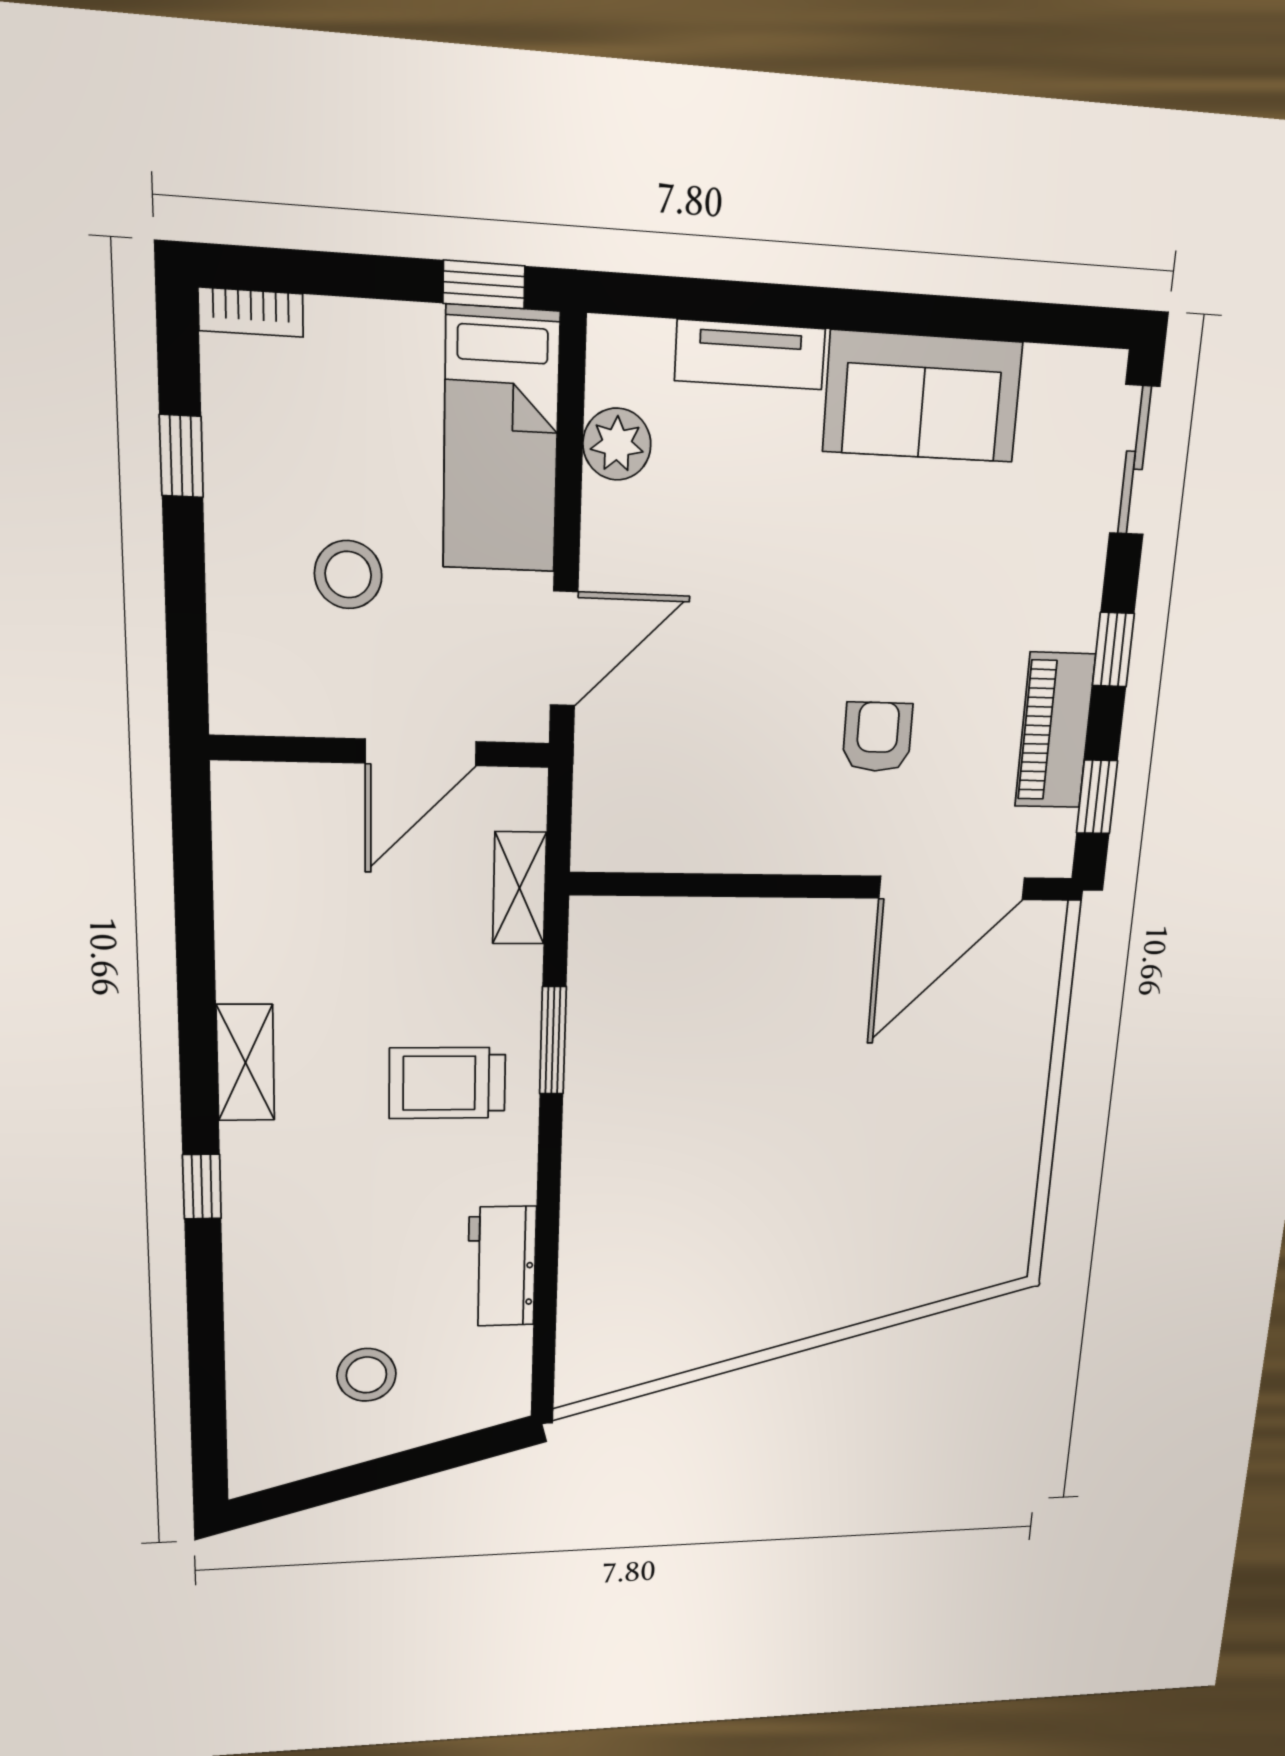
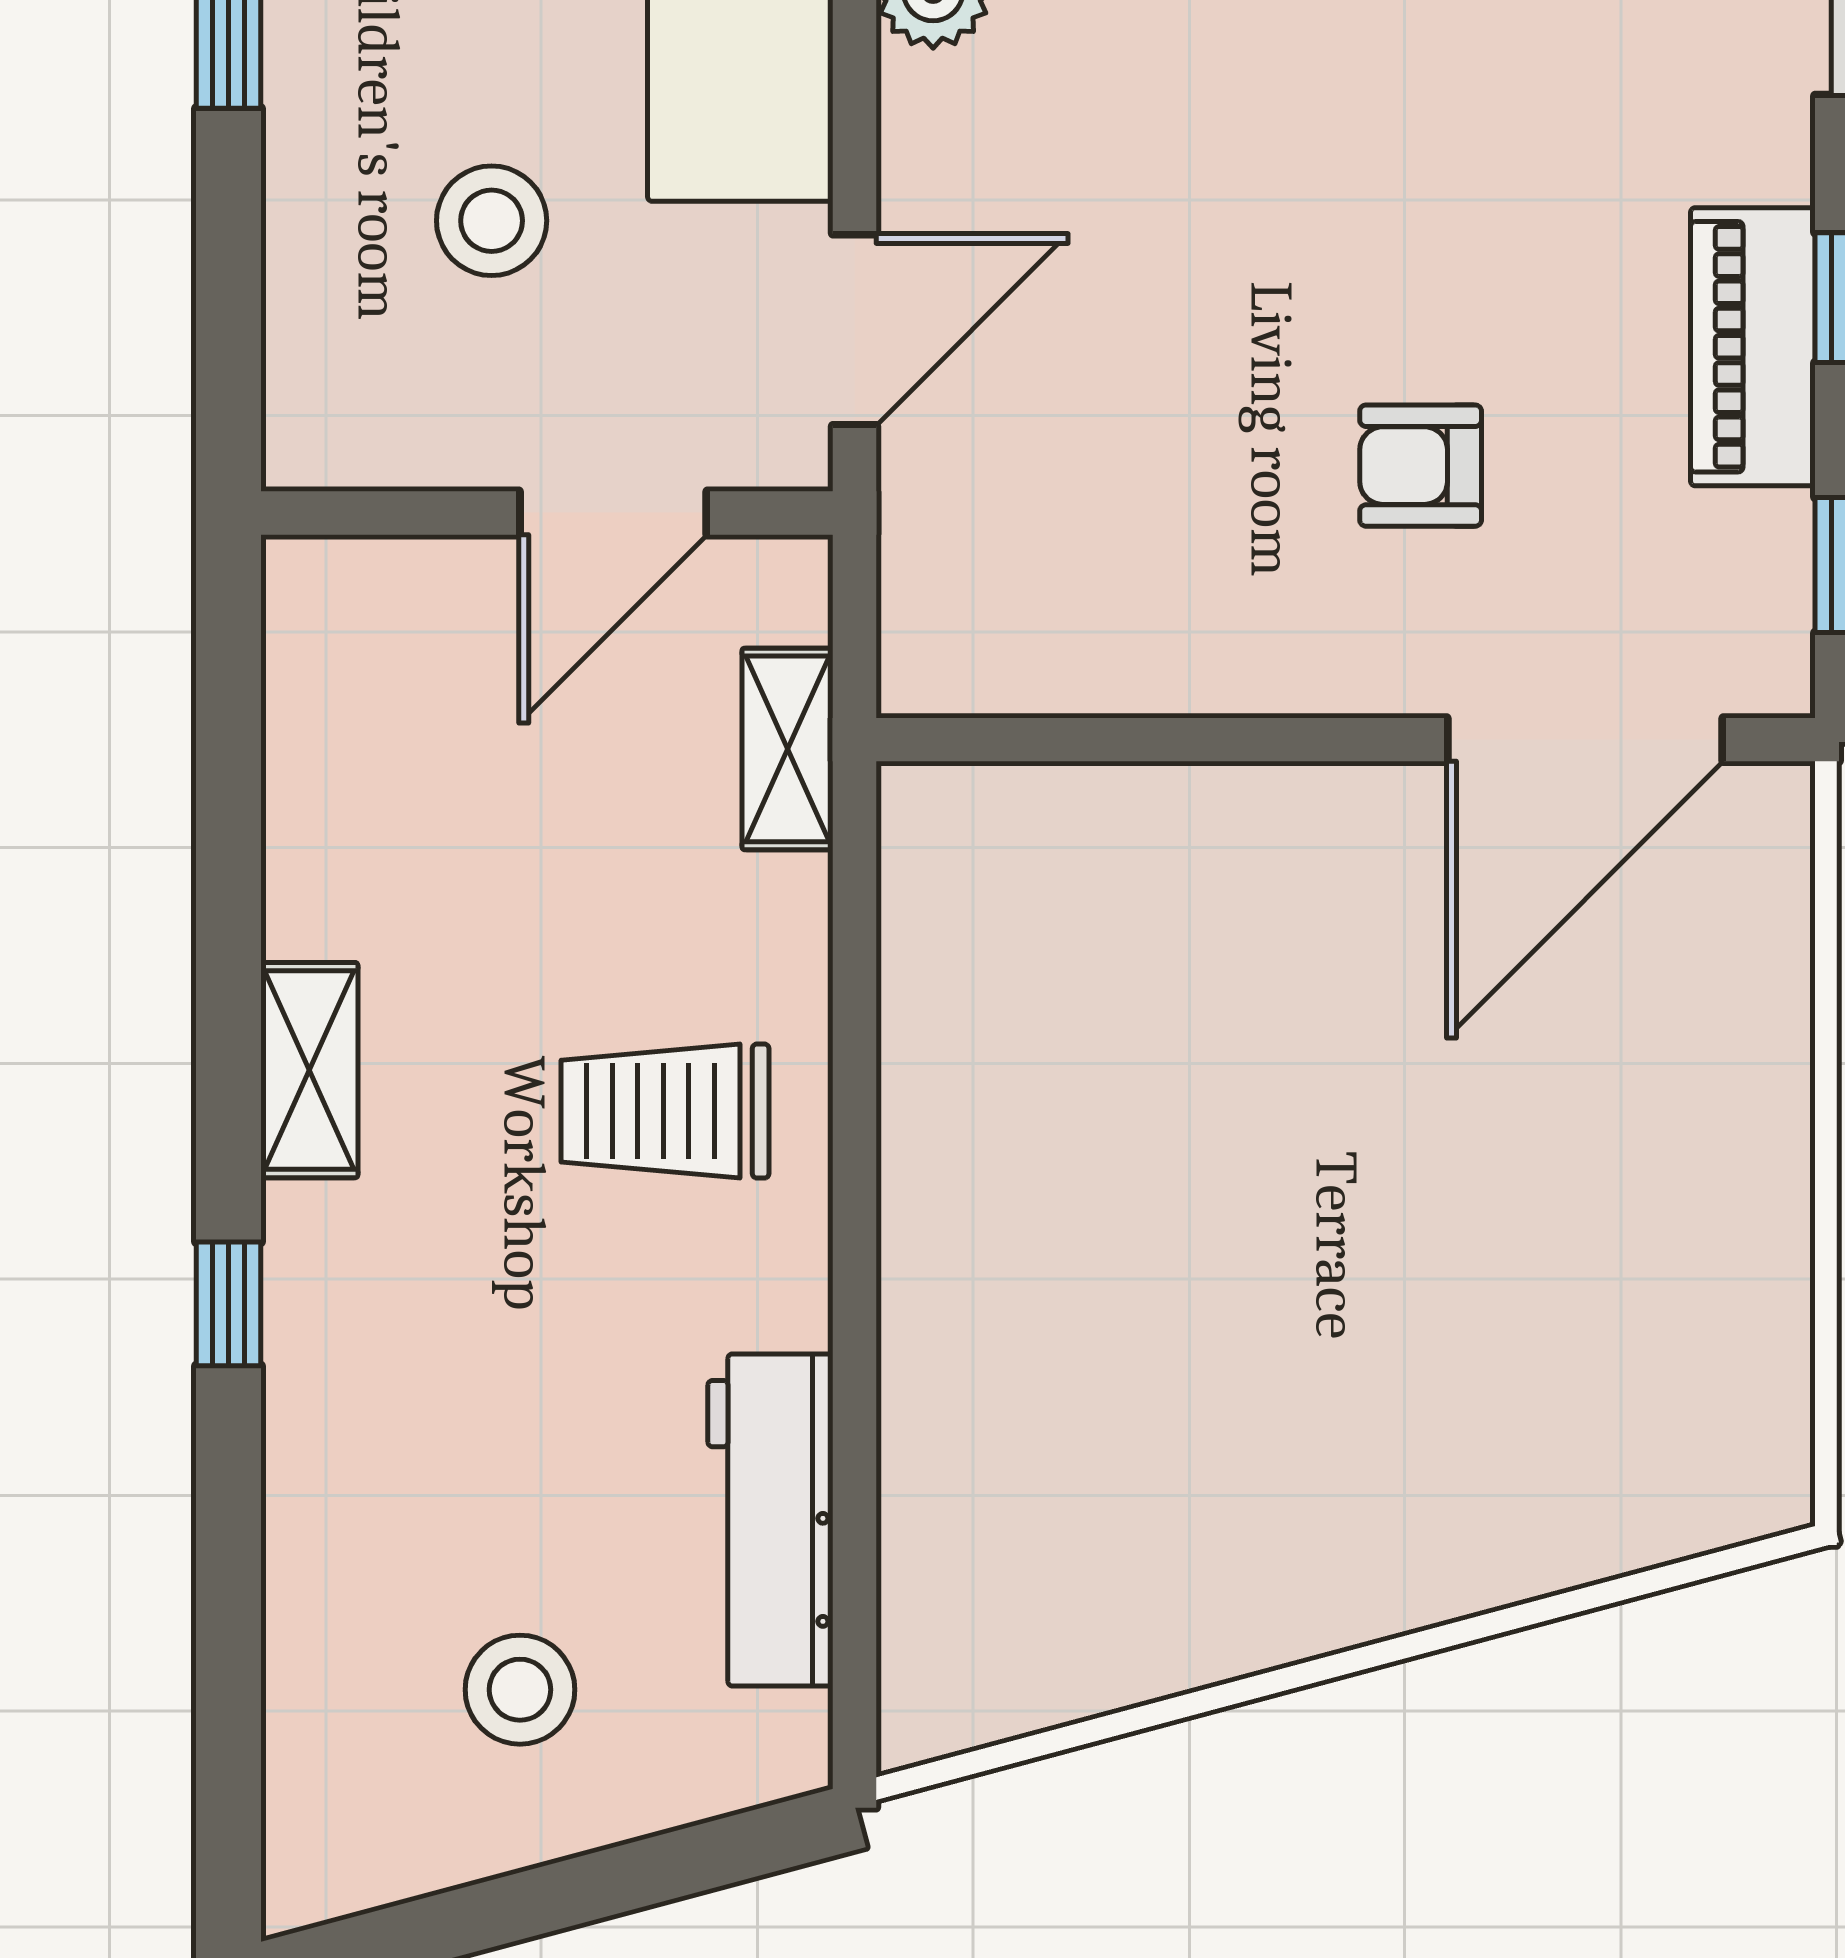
piano: (1055, 731) -> (1753, 347), moved
armchair: (877, 737) -> (1421, 466), turned -90
window: (553, 1040) -> (854, 1031), removed
workbench: (502, 1266) -> (770, 1520), width x1.38

